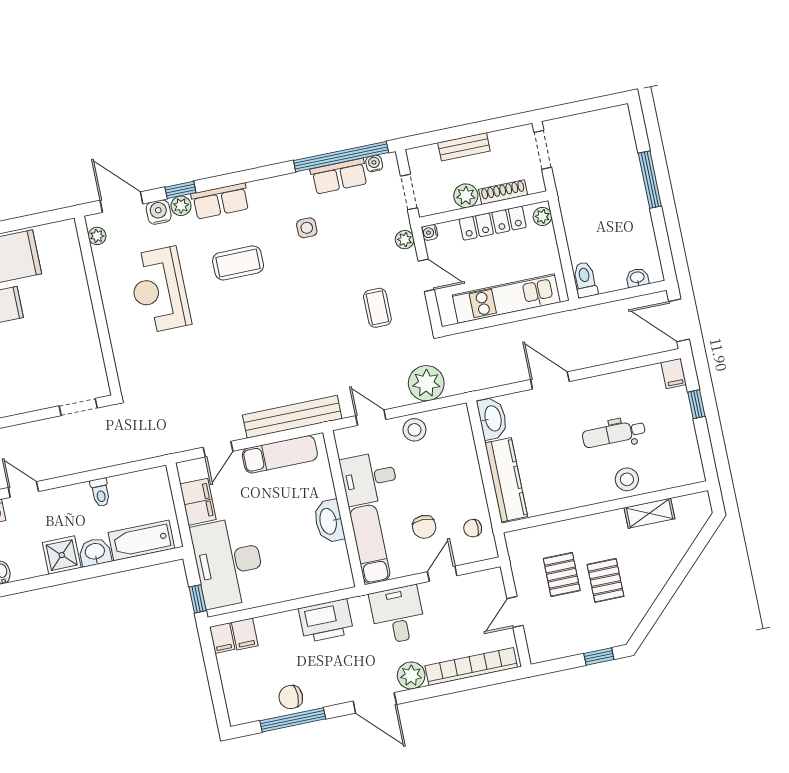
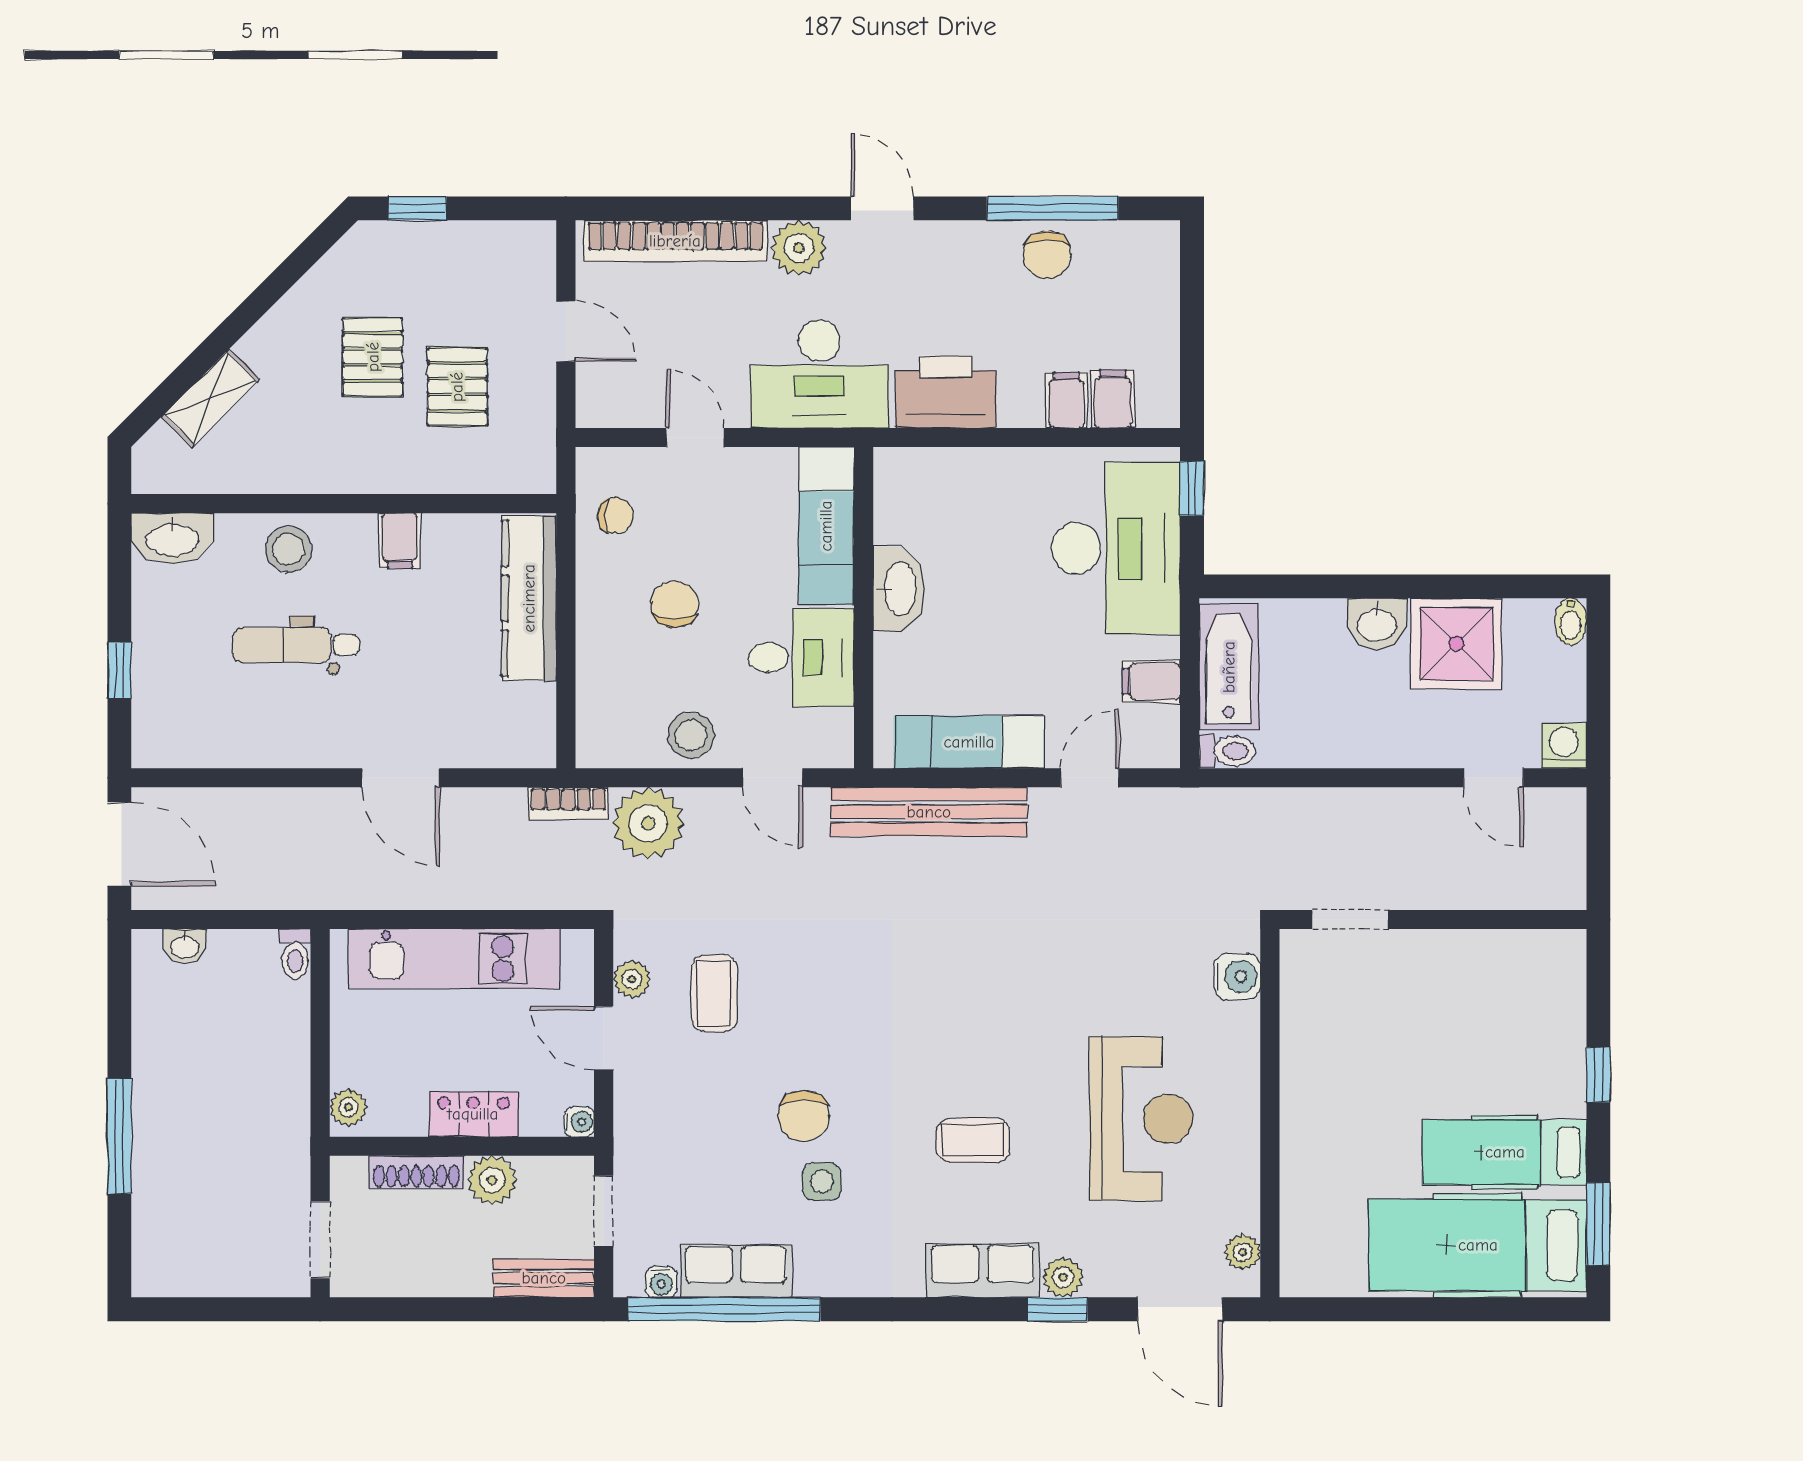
bench: (464, 147) -> (544, 1278), moved
water cooler: (159, 212) -> (1237, 976), moved, turned -90
locker: (493, 223) -> (473, 1114), width x0.66
plant: (405, 240) -> (632, 979), moved
chair: (322, 258) -> (804, 1116), added
coffee table: (238, 263) -> (973, 1140), width x0.73, depth x0.77
toilet: (585, 280) -> (295, 954), width x0.73, depth x0.72
filing cabinet: (674, 373) -> (400, 541), moved, turned 180
bookcase: (467, 385) -> (568, 803), added
washbasin: (492, 419) -> (172, 538), moved, turned -90
dental chair: (614, 434) -> (296, 645), turned 180
toilet: (100, 492) -> (1227, 751), moved, turned 90
filing cabinet: (198, 502) -> (1151, 681), width x0.50
shelving: (649, 513) -> (210, 398), moved, turned -45
chair: (424, 527) -> (674, 604), moved
bathtub: (141, 540) -> (1229, 667), moved, turned -90
shower: (62, 555) -> (1456, 644), width x1.36, depth x1.36
door: (442, 574) -> (695, 437), swing flipped
door: (515, 612) -> (566, 331), hinge flipped
desk: (398, 615) -> (819, 374), width x1.37
filing cabinet: (222, 638) -> (1066, 400), moved
chair: (291, 697) -> (1047, 255), turned 90
door: (375, 703) -> (882, 208), width x0.73

